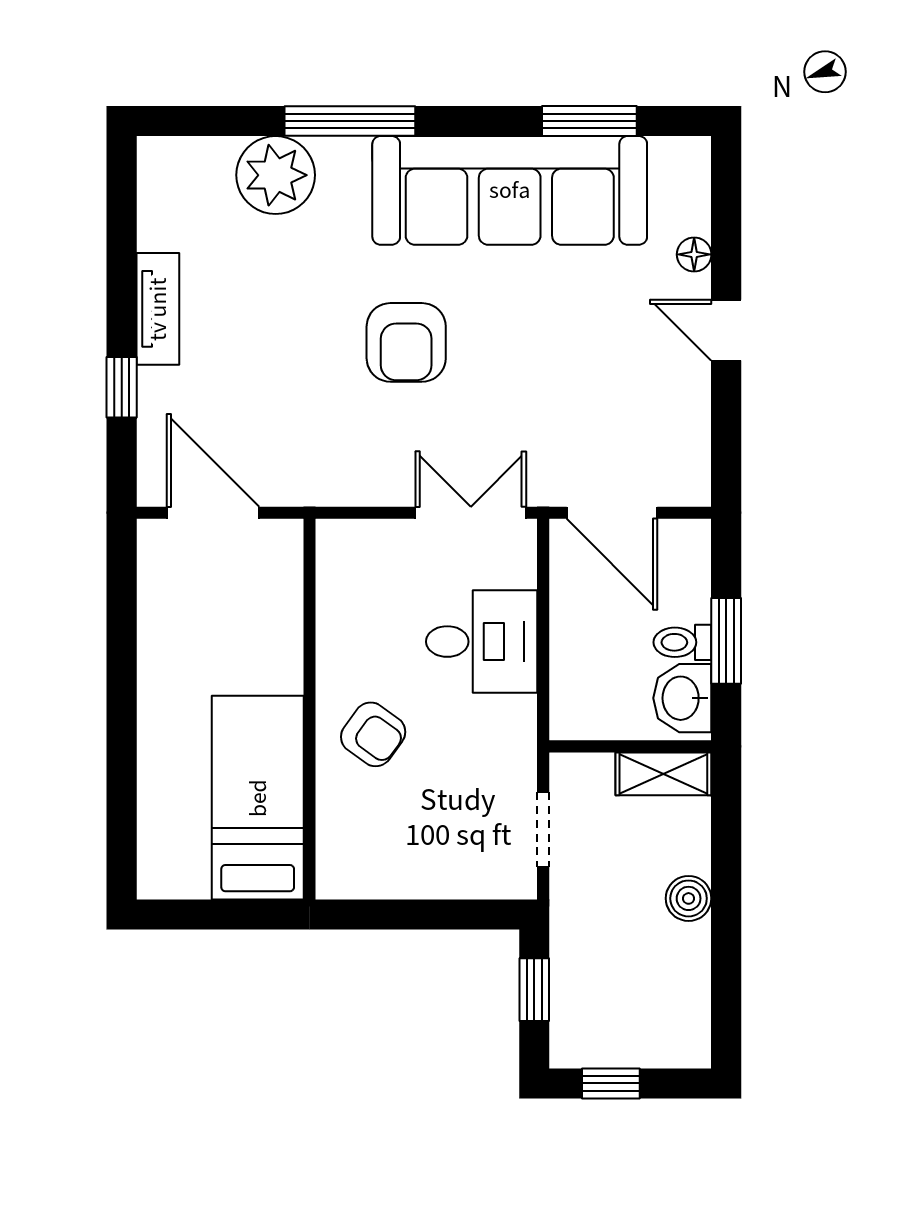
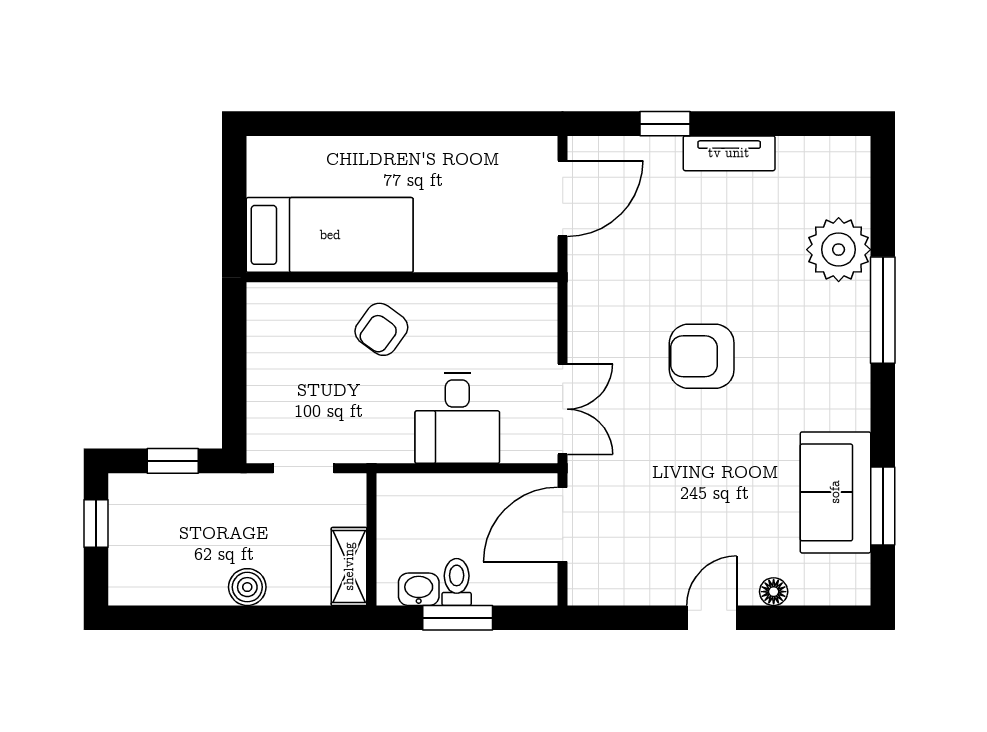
sofa: (510, 190) -> (835, 492), width x0.54, depth x0.79
washbasin: (682, 698) -> (419, 589), width x0.72, depth x0.69

